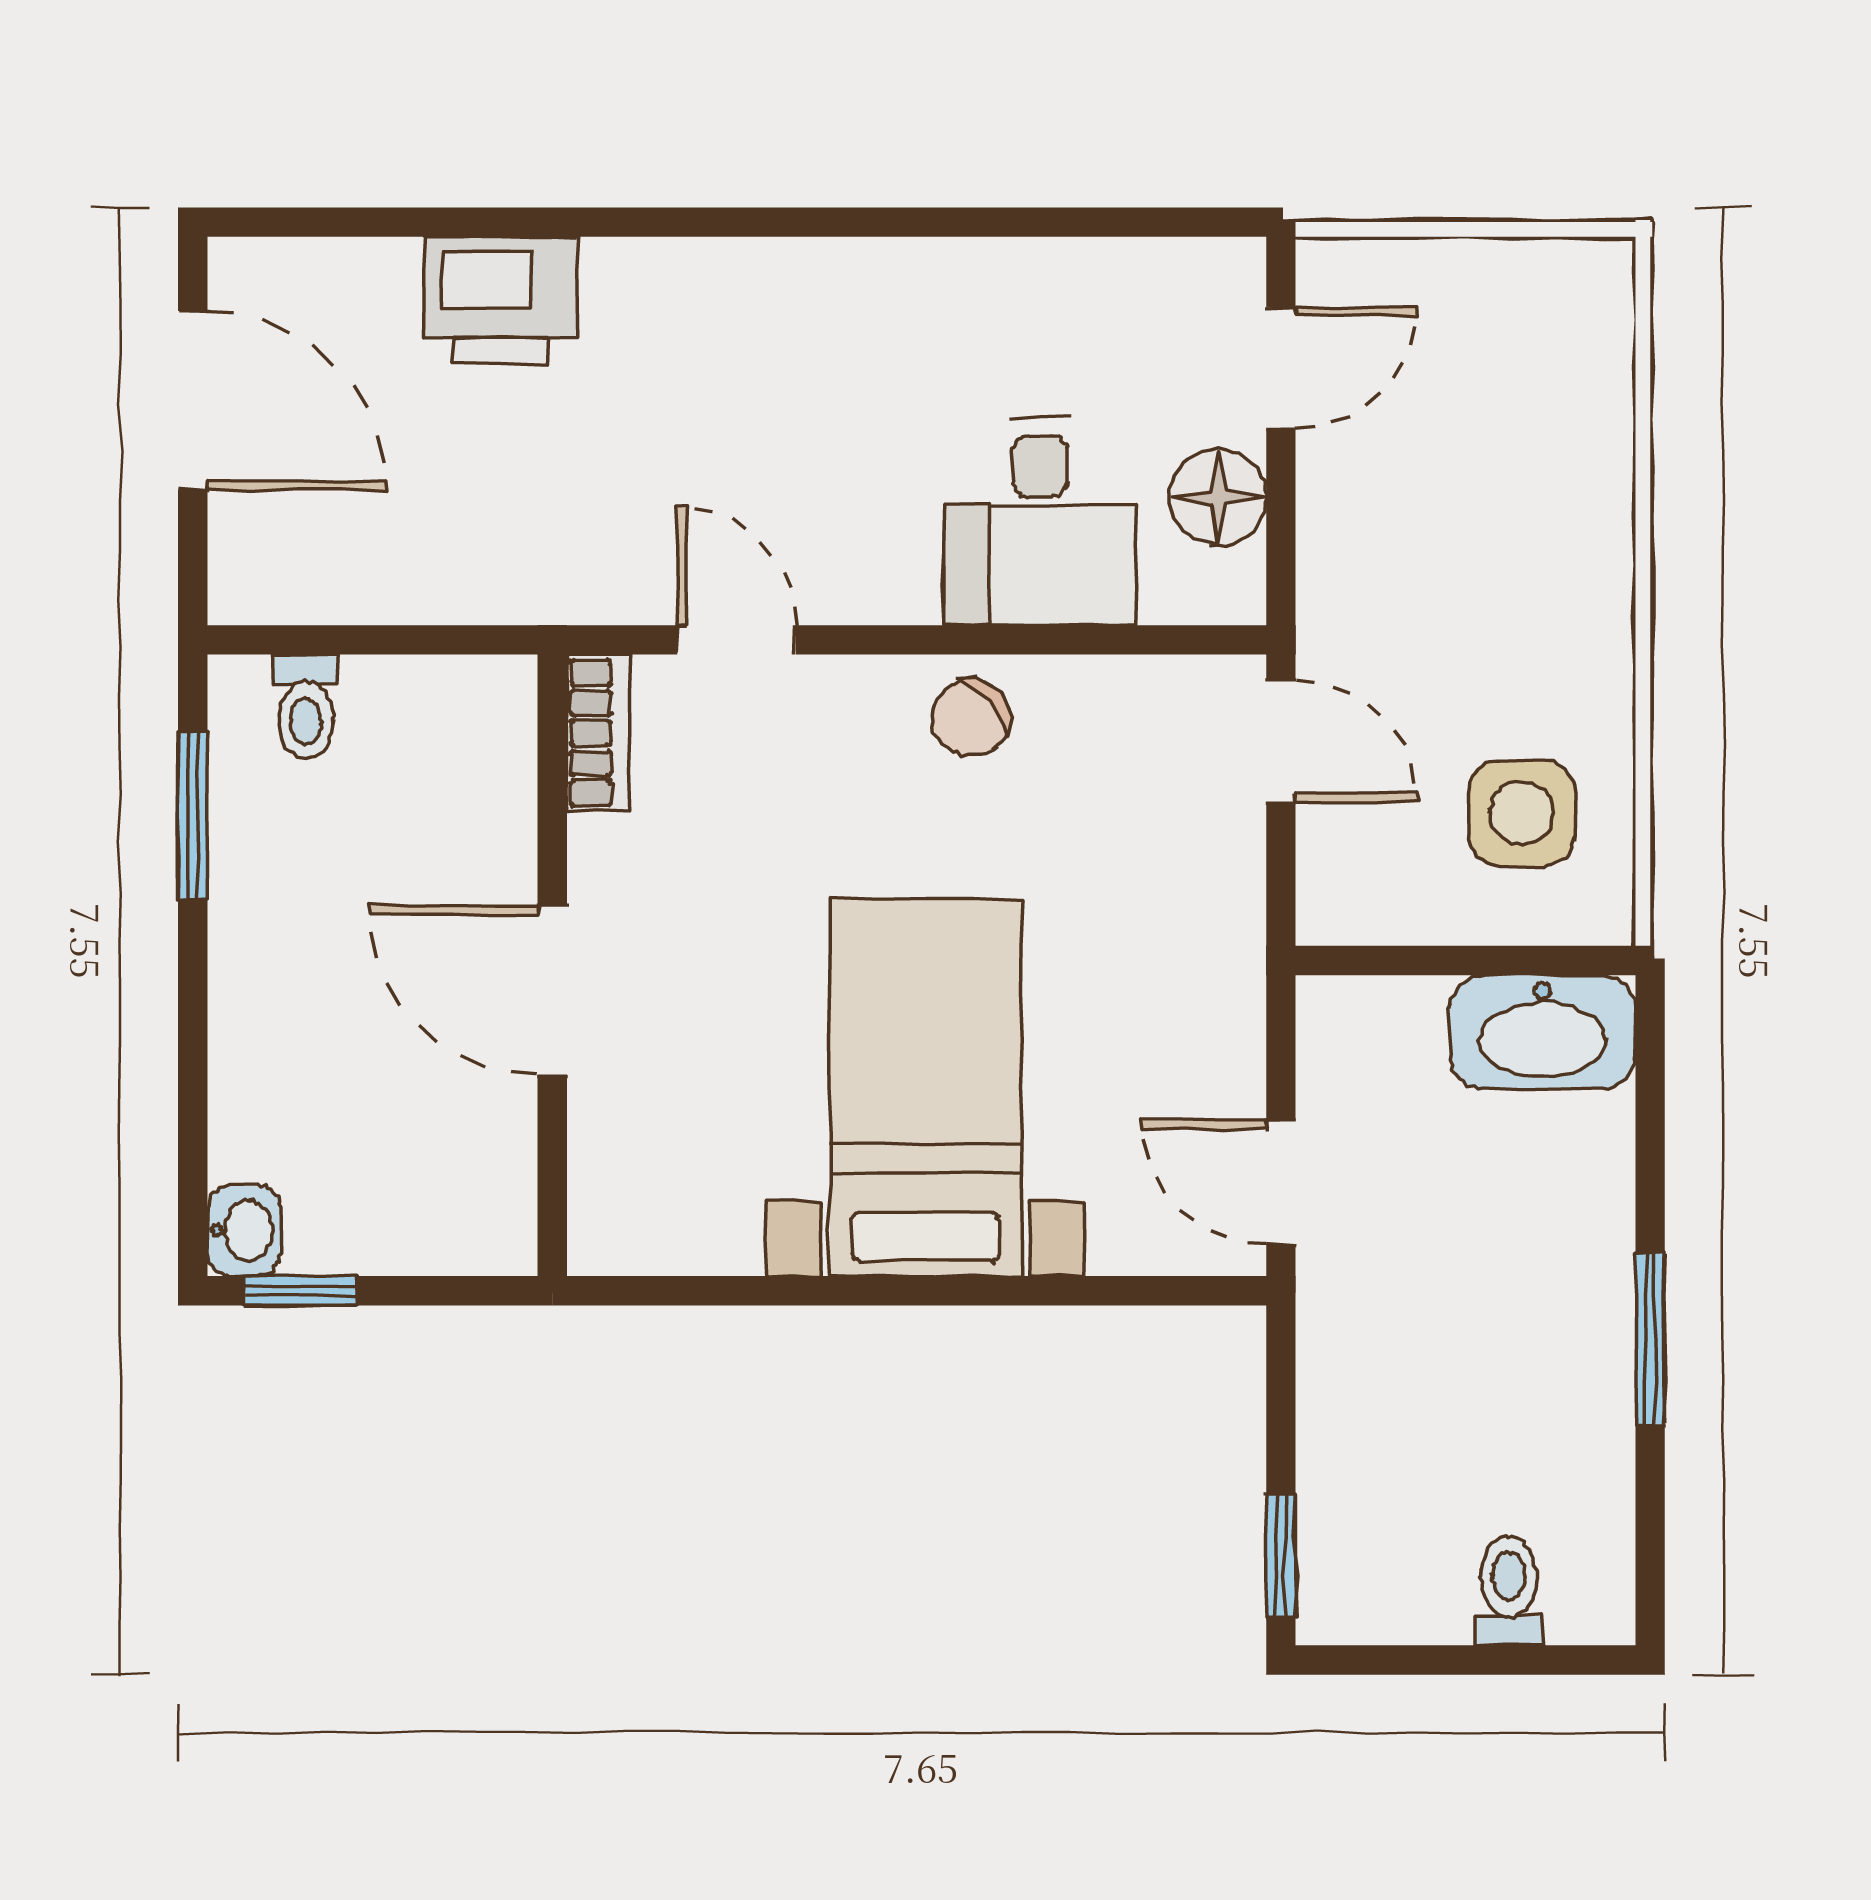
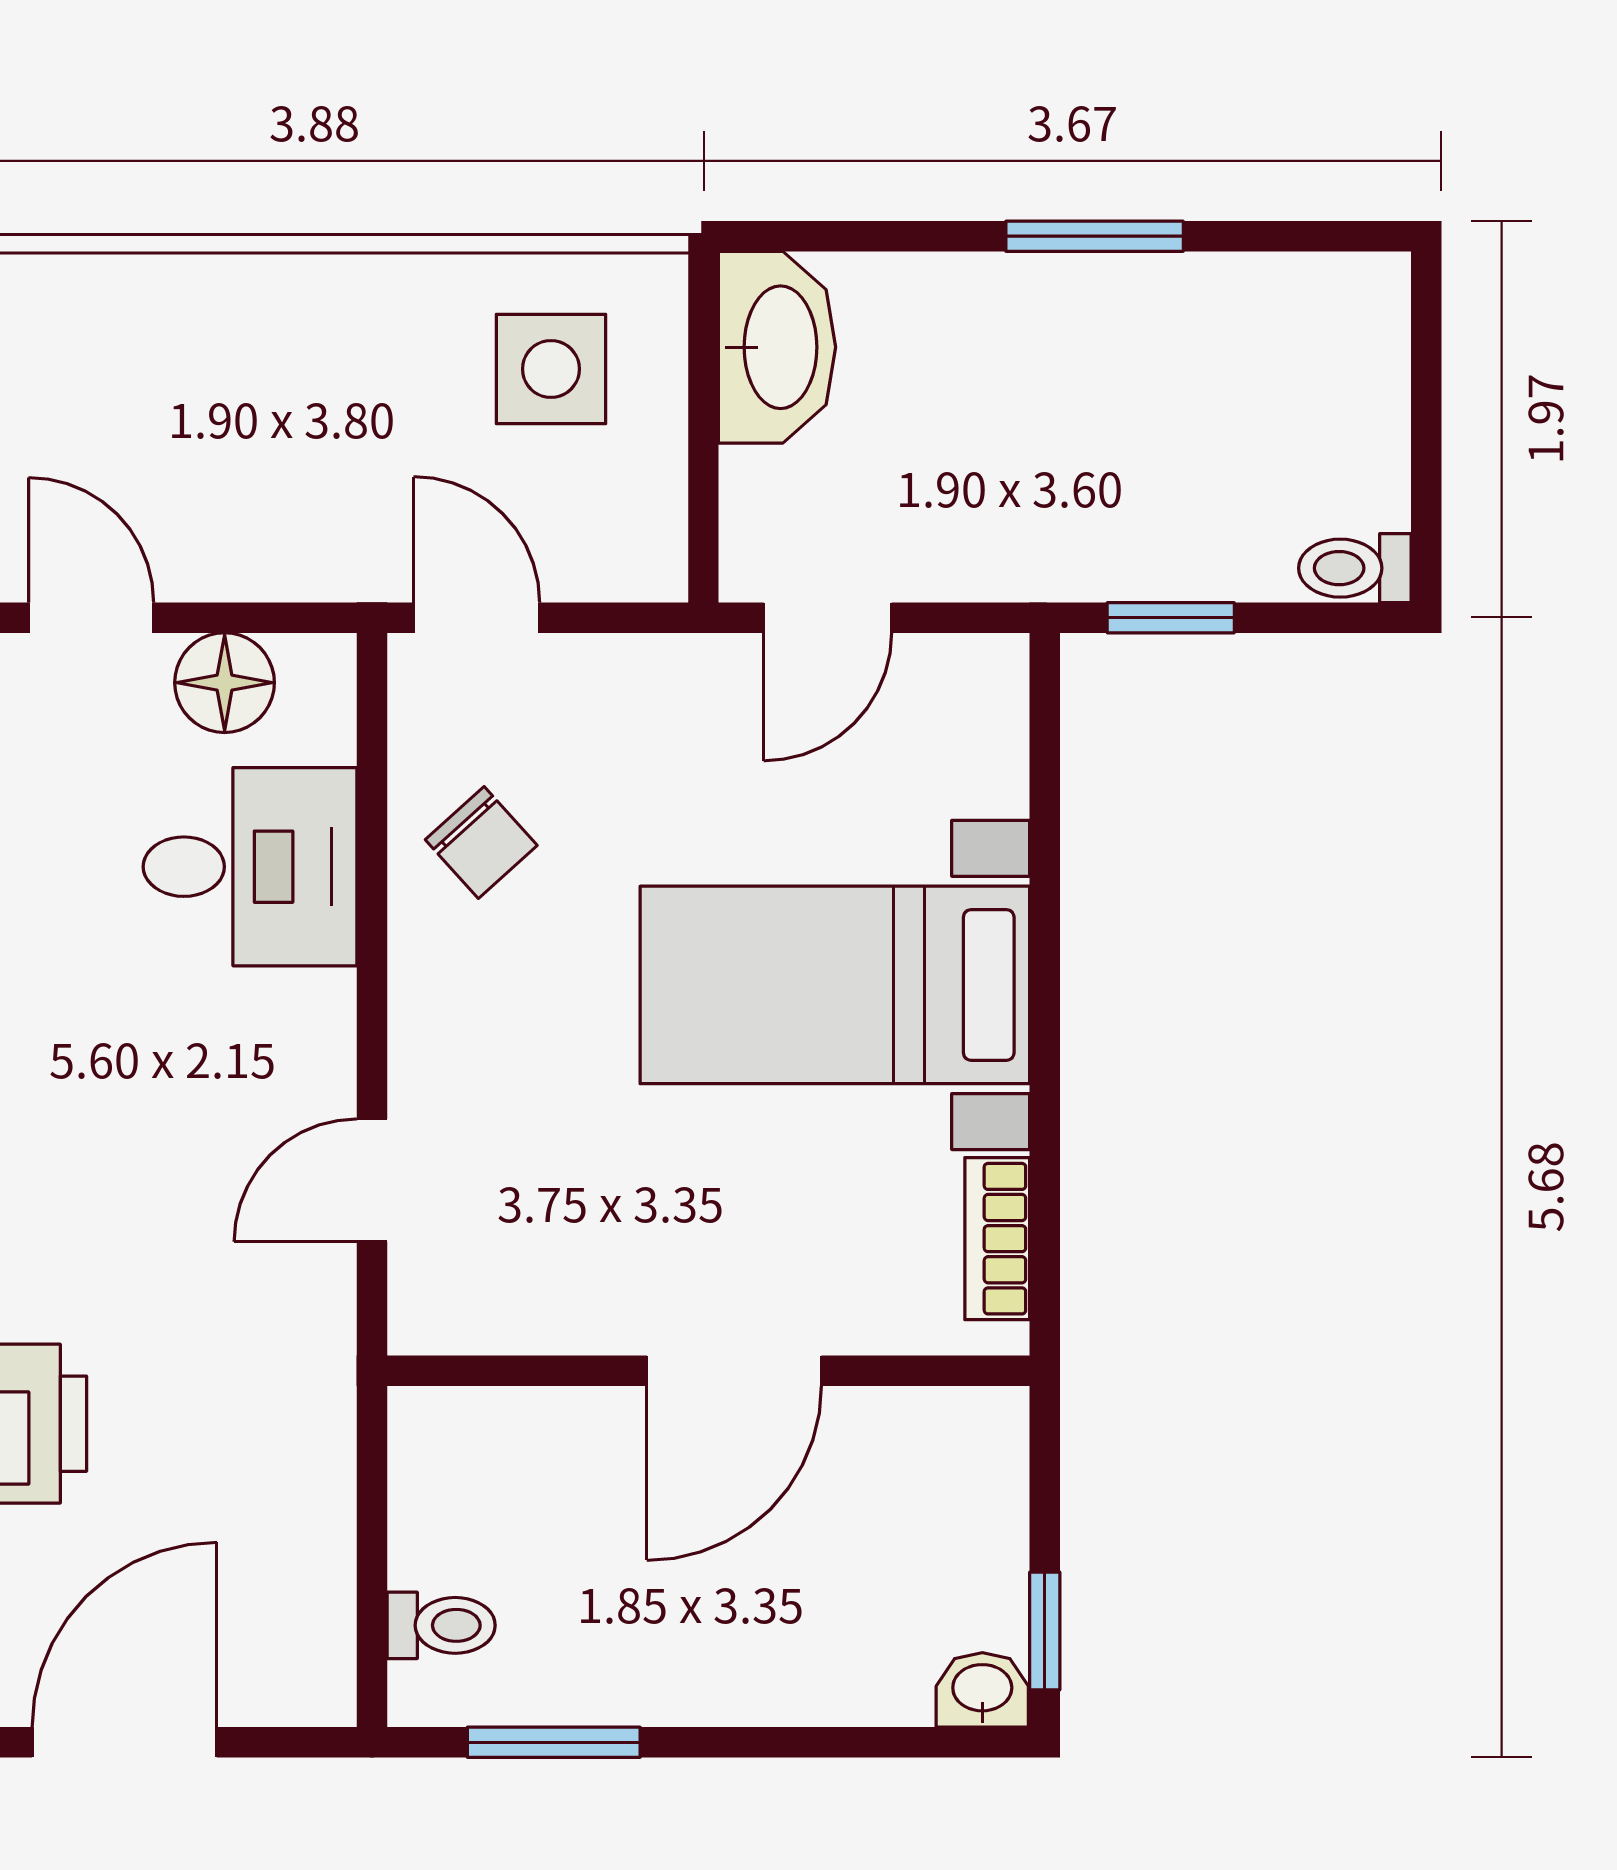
chair: (971, 718) -> (481, 843), moved
bookcase: (598, 733) -> (997, 1239), moved, turned -90
door: (1281, 741) -> (477, 618), hinge flipped
door: (1281, 1182) -> (828, 618), moved
window: (1281, 1556) -> (1171, 618), moved
toilet: (1509, 1591) -> (1355, 568), moved

